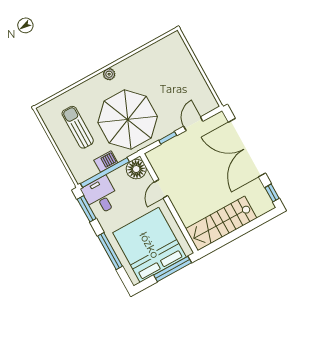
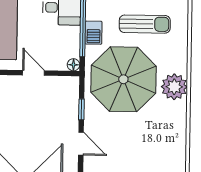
plant: (109, 74) -> (174, 87), width x1.88, depth x1.88
floor lamp: (136, 169) -> (73, 65), width x0.53, depth x0.53

